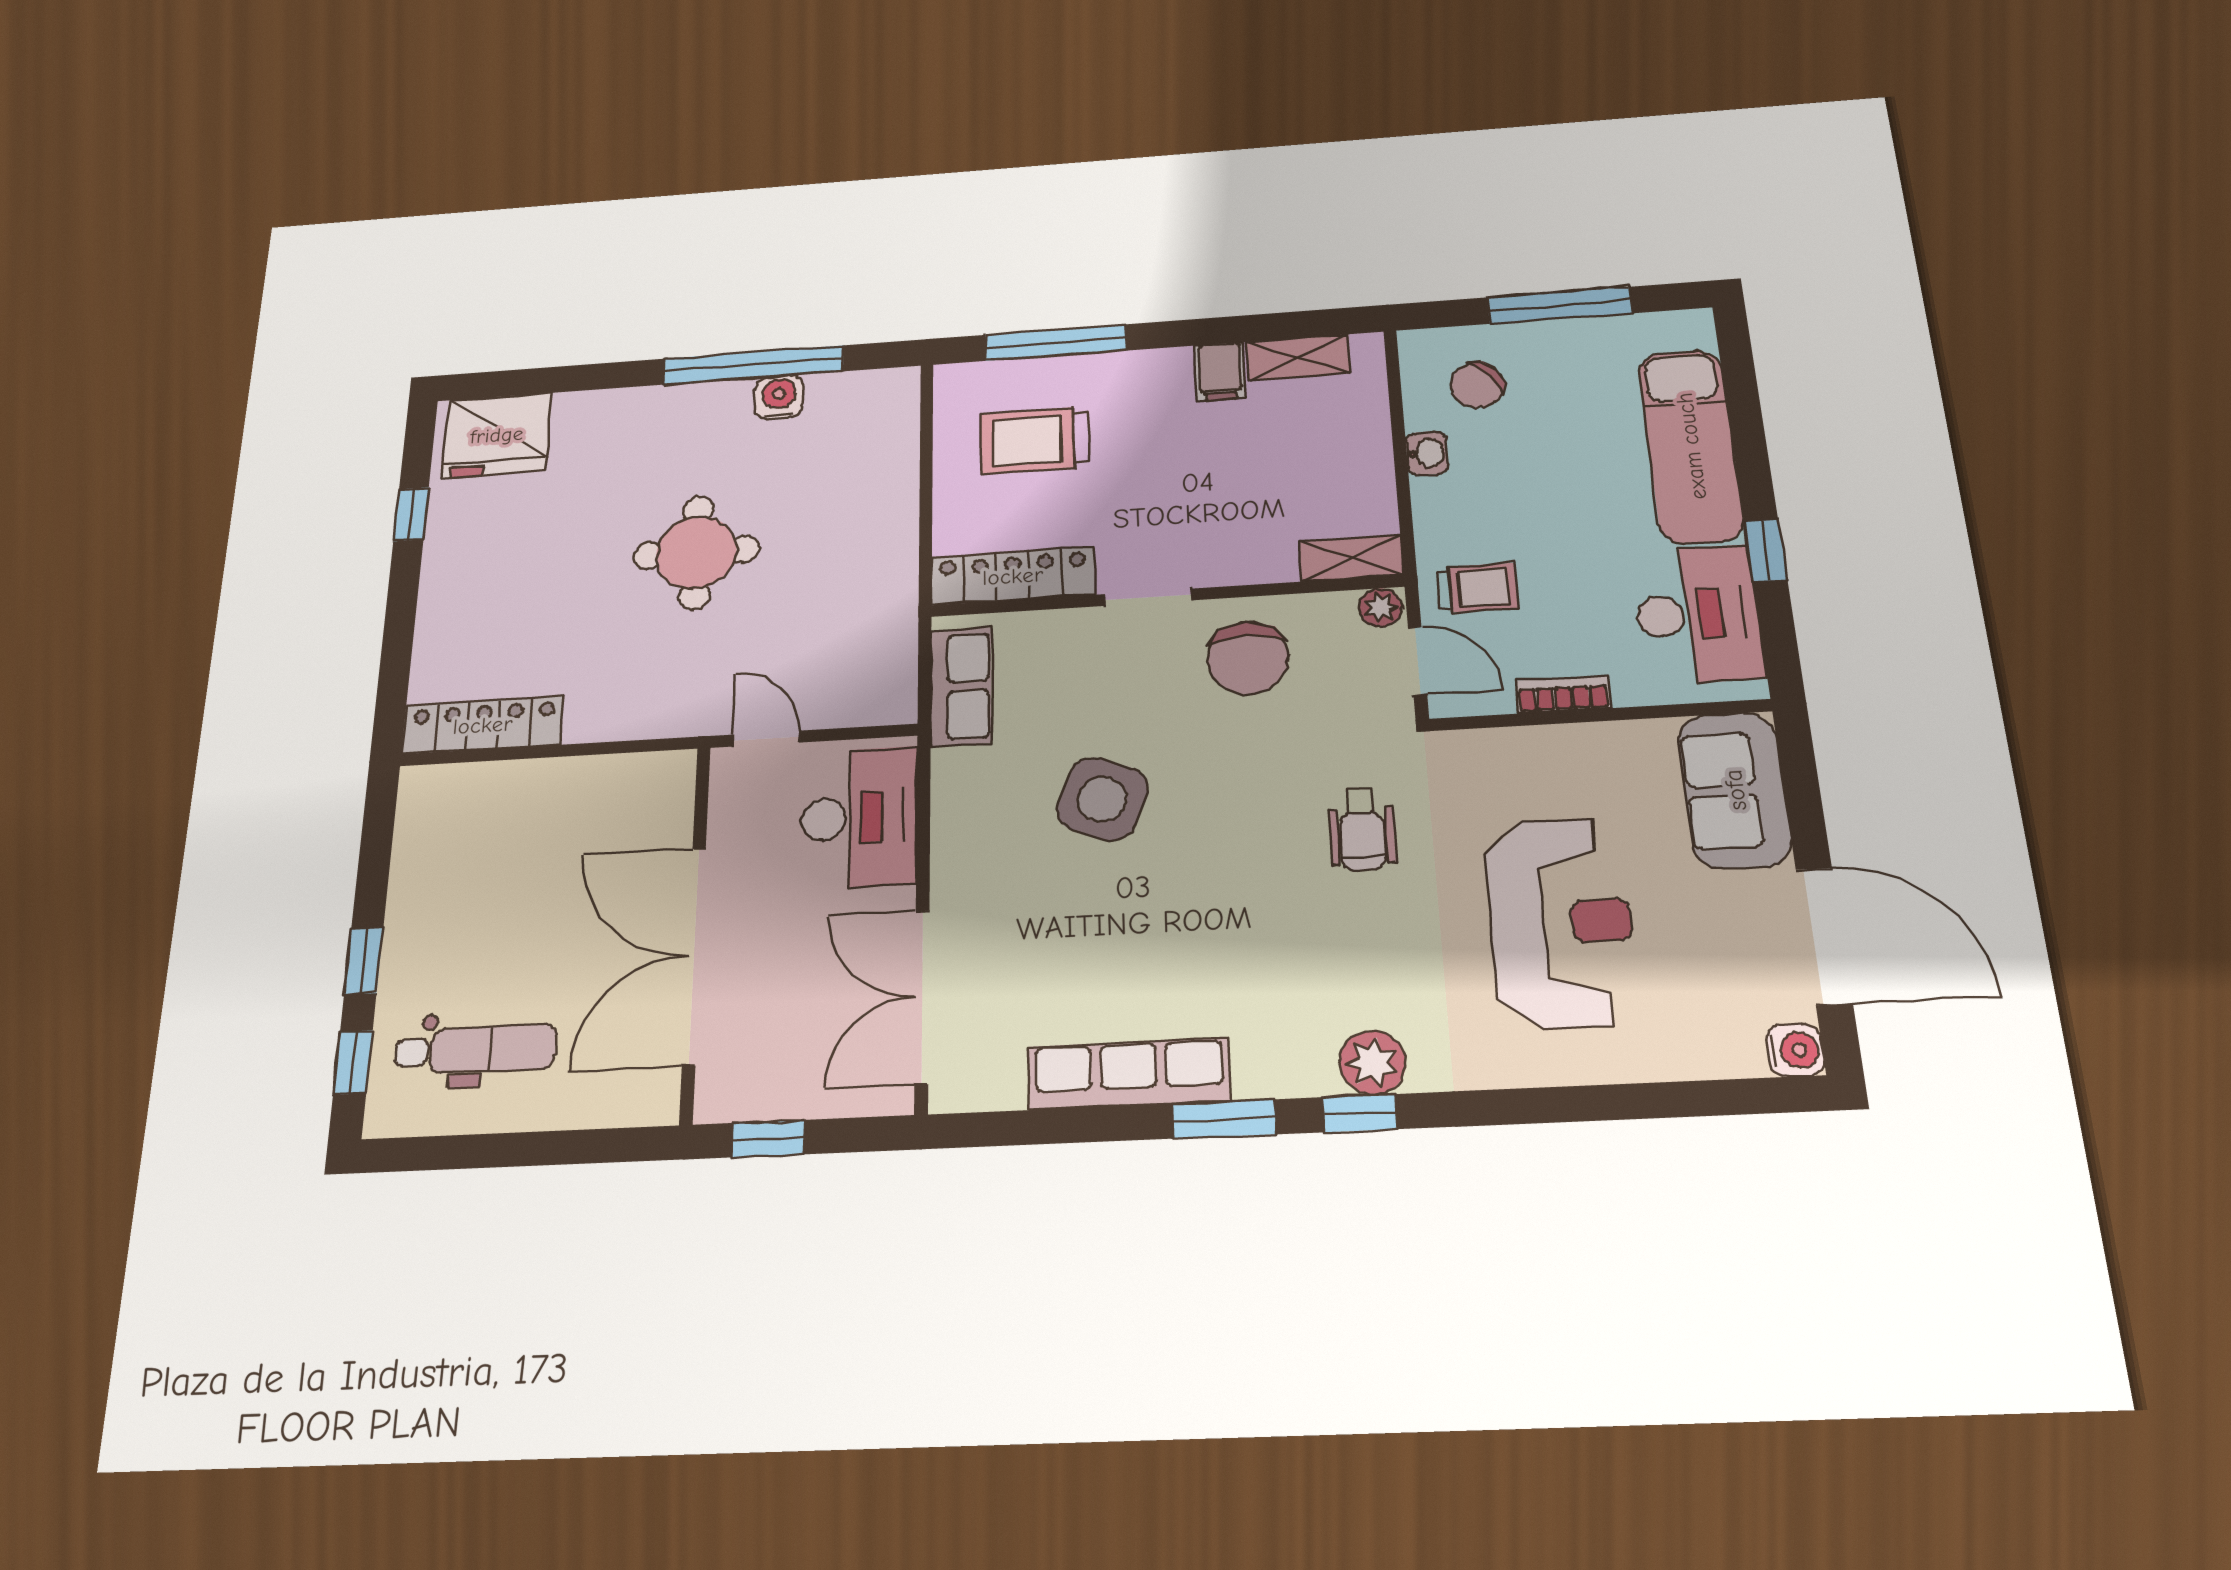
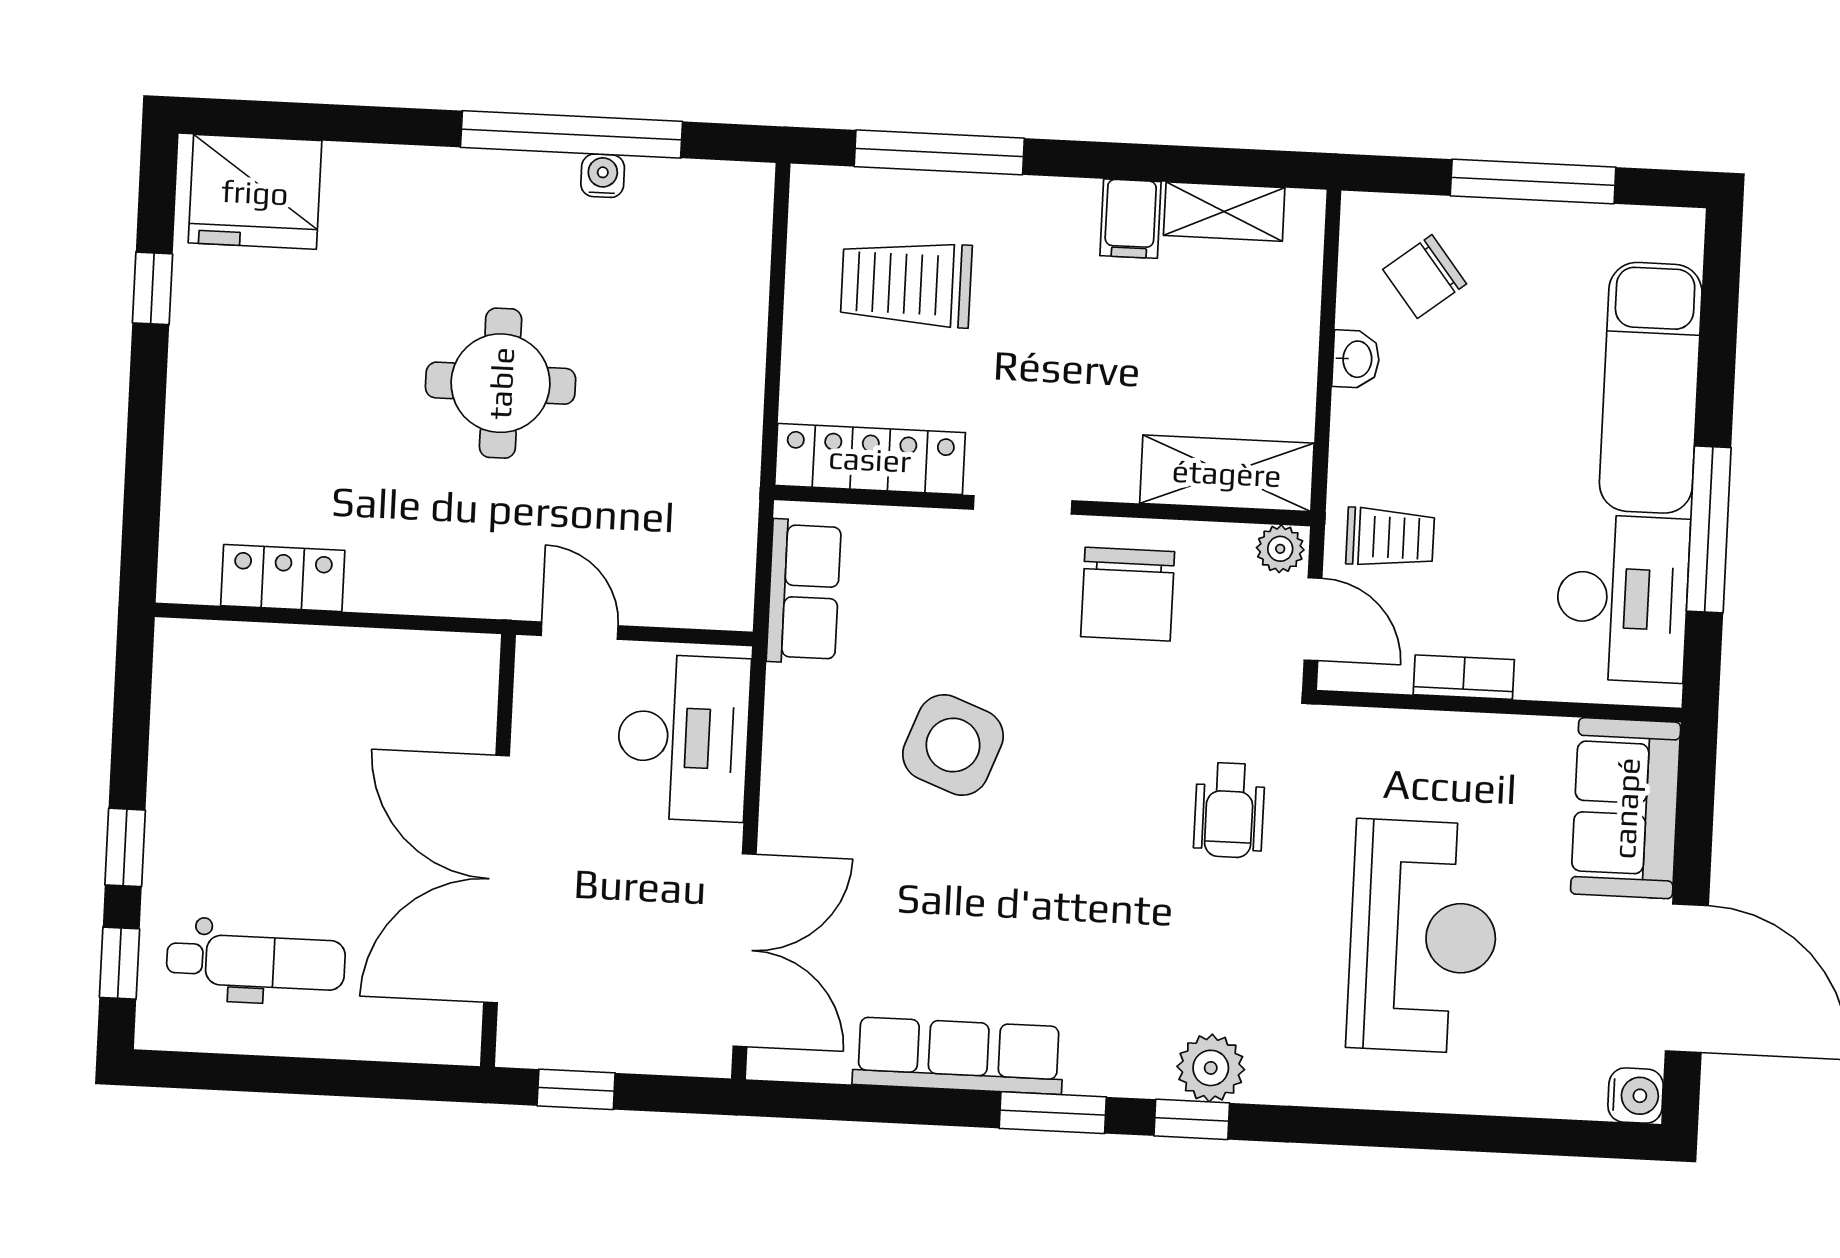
water cooler: (779, 397) -> (603, 176), width x0.72, depth x0.72
window: (1766, 550) -> (1709, 529), width x2.17
shelving: (1351, 558) -> (1227, 473), width x1.50, depth x1.33
locker: (483, 725) -> (283, 578), width x0.66
double door: (922, 996) -> (745, 950), swing flipped

